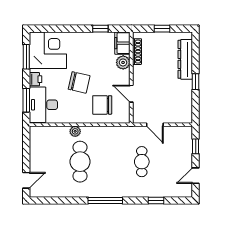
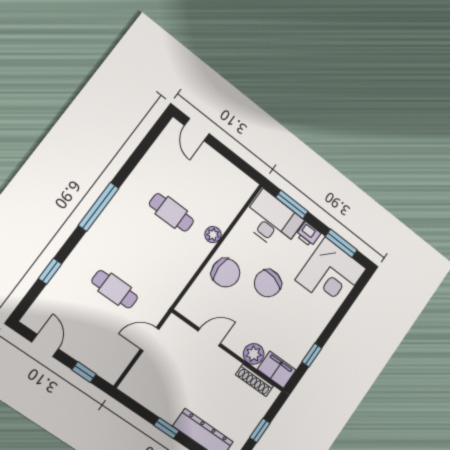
chair: (102, 105) -> (226, 273), moved, turned 90
cafe table: (80, 162) -> (171, 212), width x0.73, depth x0.74

